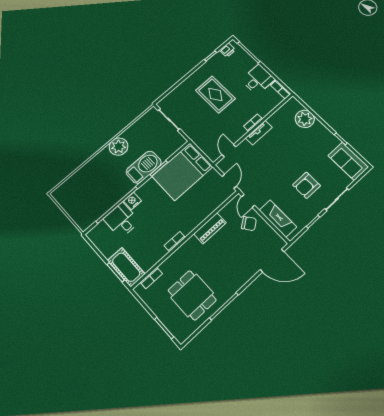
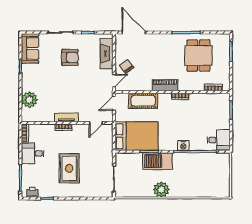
desk: (122, 220) -> (219, 140), moved, turned -90
piano: (210, 228) -> (165, 85), moved
cot: (126, 267) -> (143, 101), moved, turned 90

